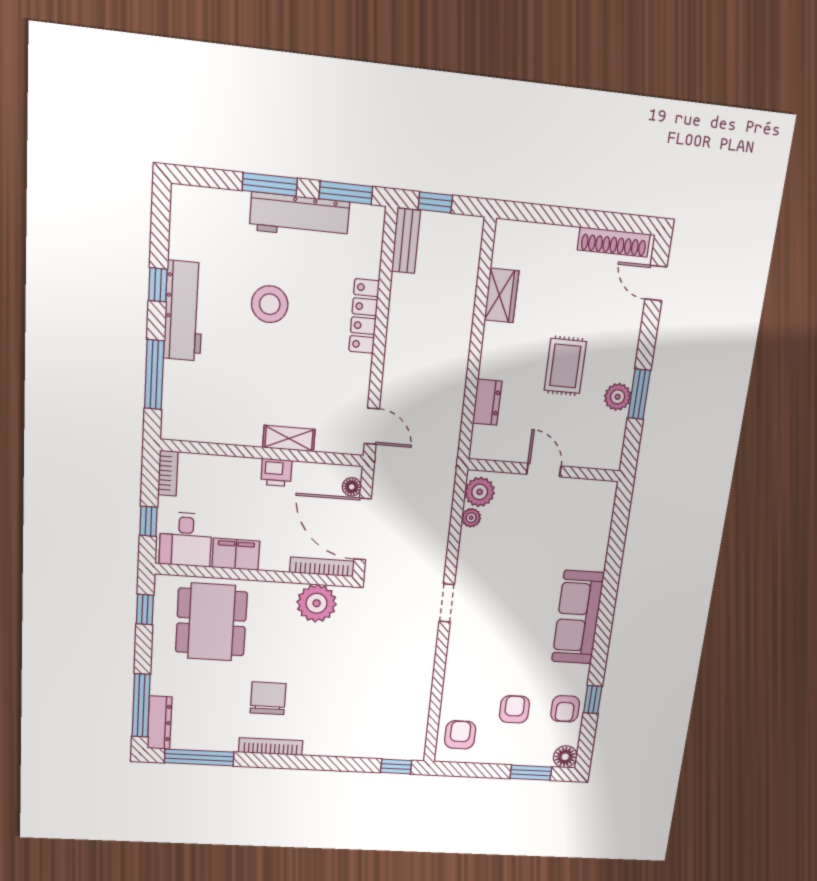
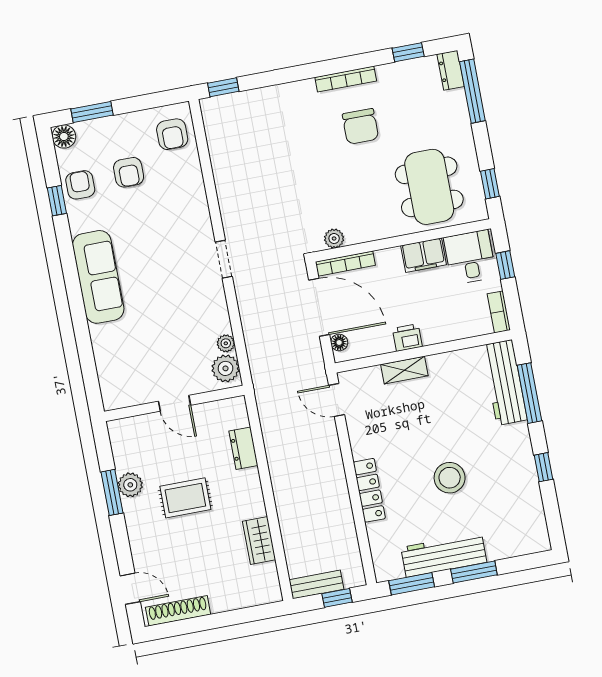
bench: (406, 241) -> (316, 584), moved, turned 90
workbench: (184, 311) -> (505, 383), moved
rug: (565, 366) -> (185, 498), turned 90
plant: (317, 603) -> (334, 238), width x0.53, depth x0.53
dresser: (159, 723) -> (451, 70), width x0.70
window: (199, 757) -> (408, 52), width x0.46

